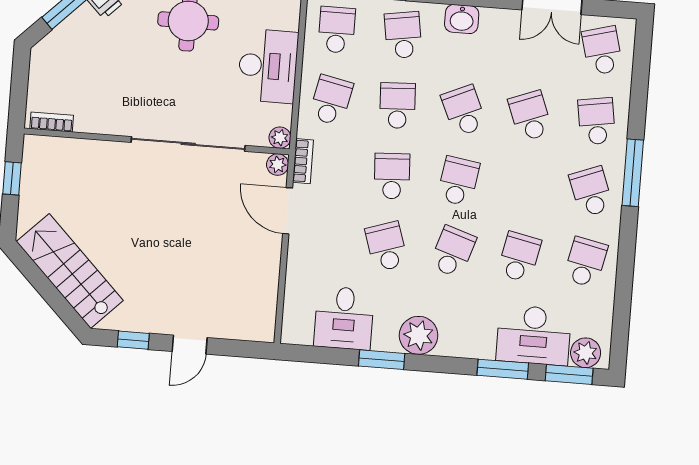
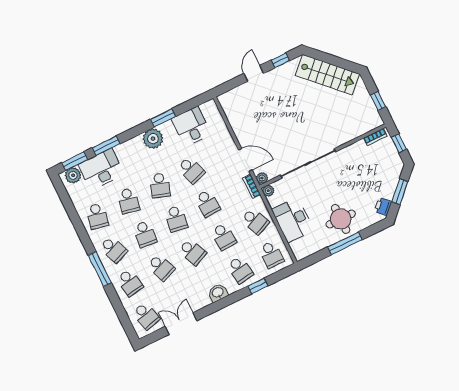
window: (19, 89) -> (399, 143), added
school desk: (331, 100) -> (255, 221), turned -36
school desk: (525, 186) -> (145, 234), added

